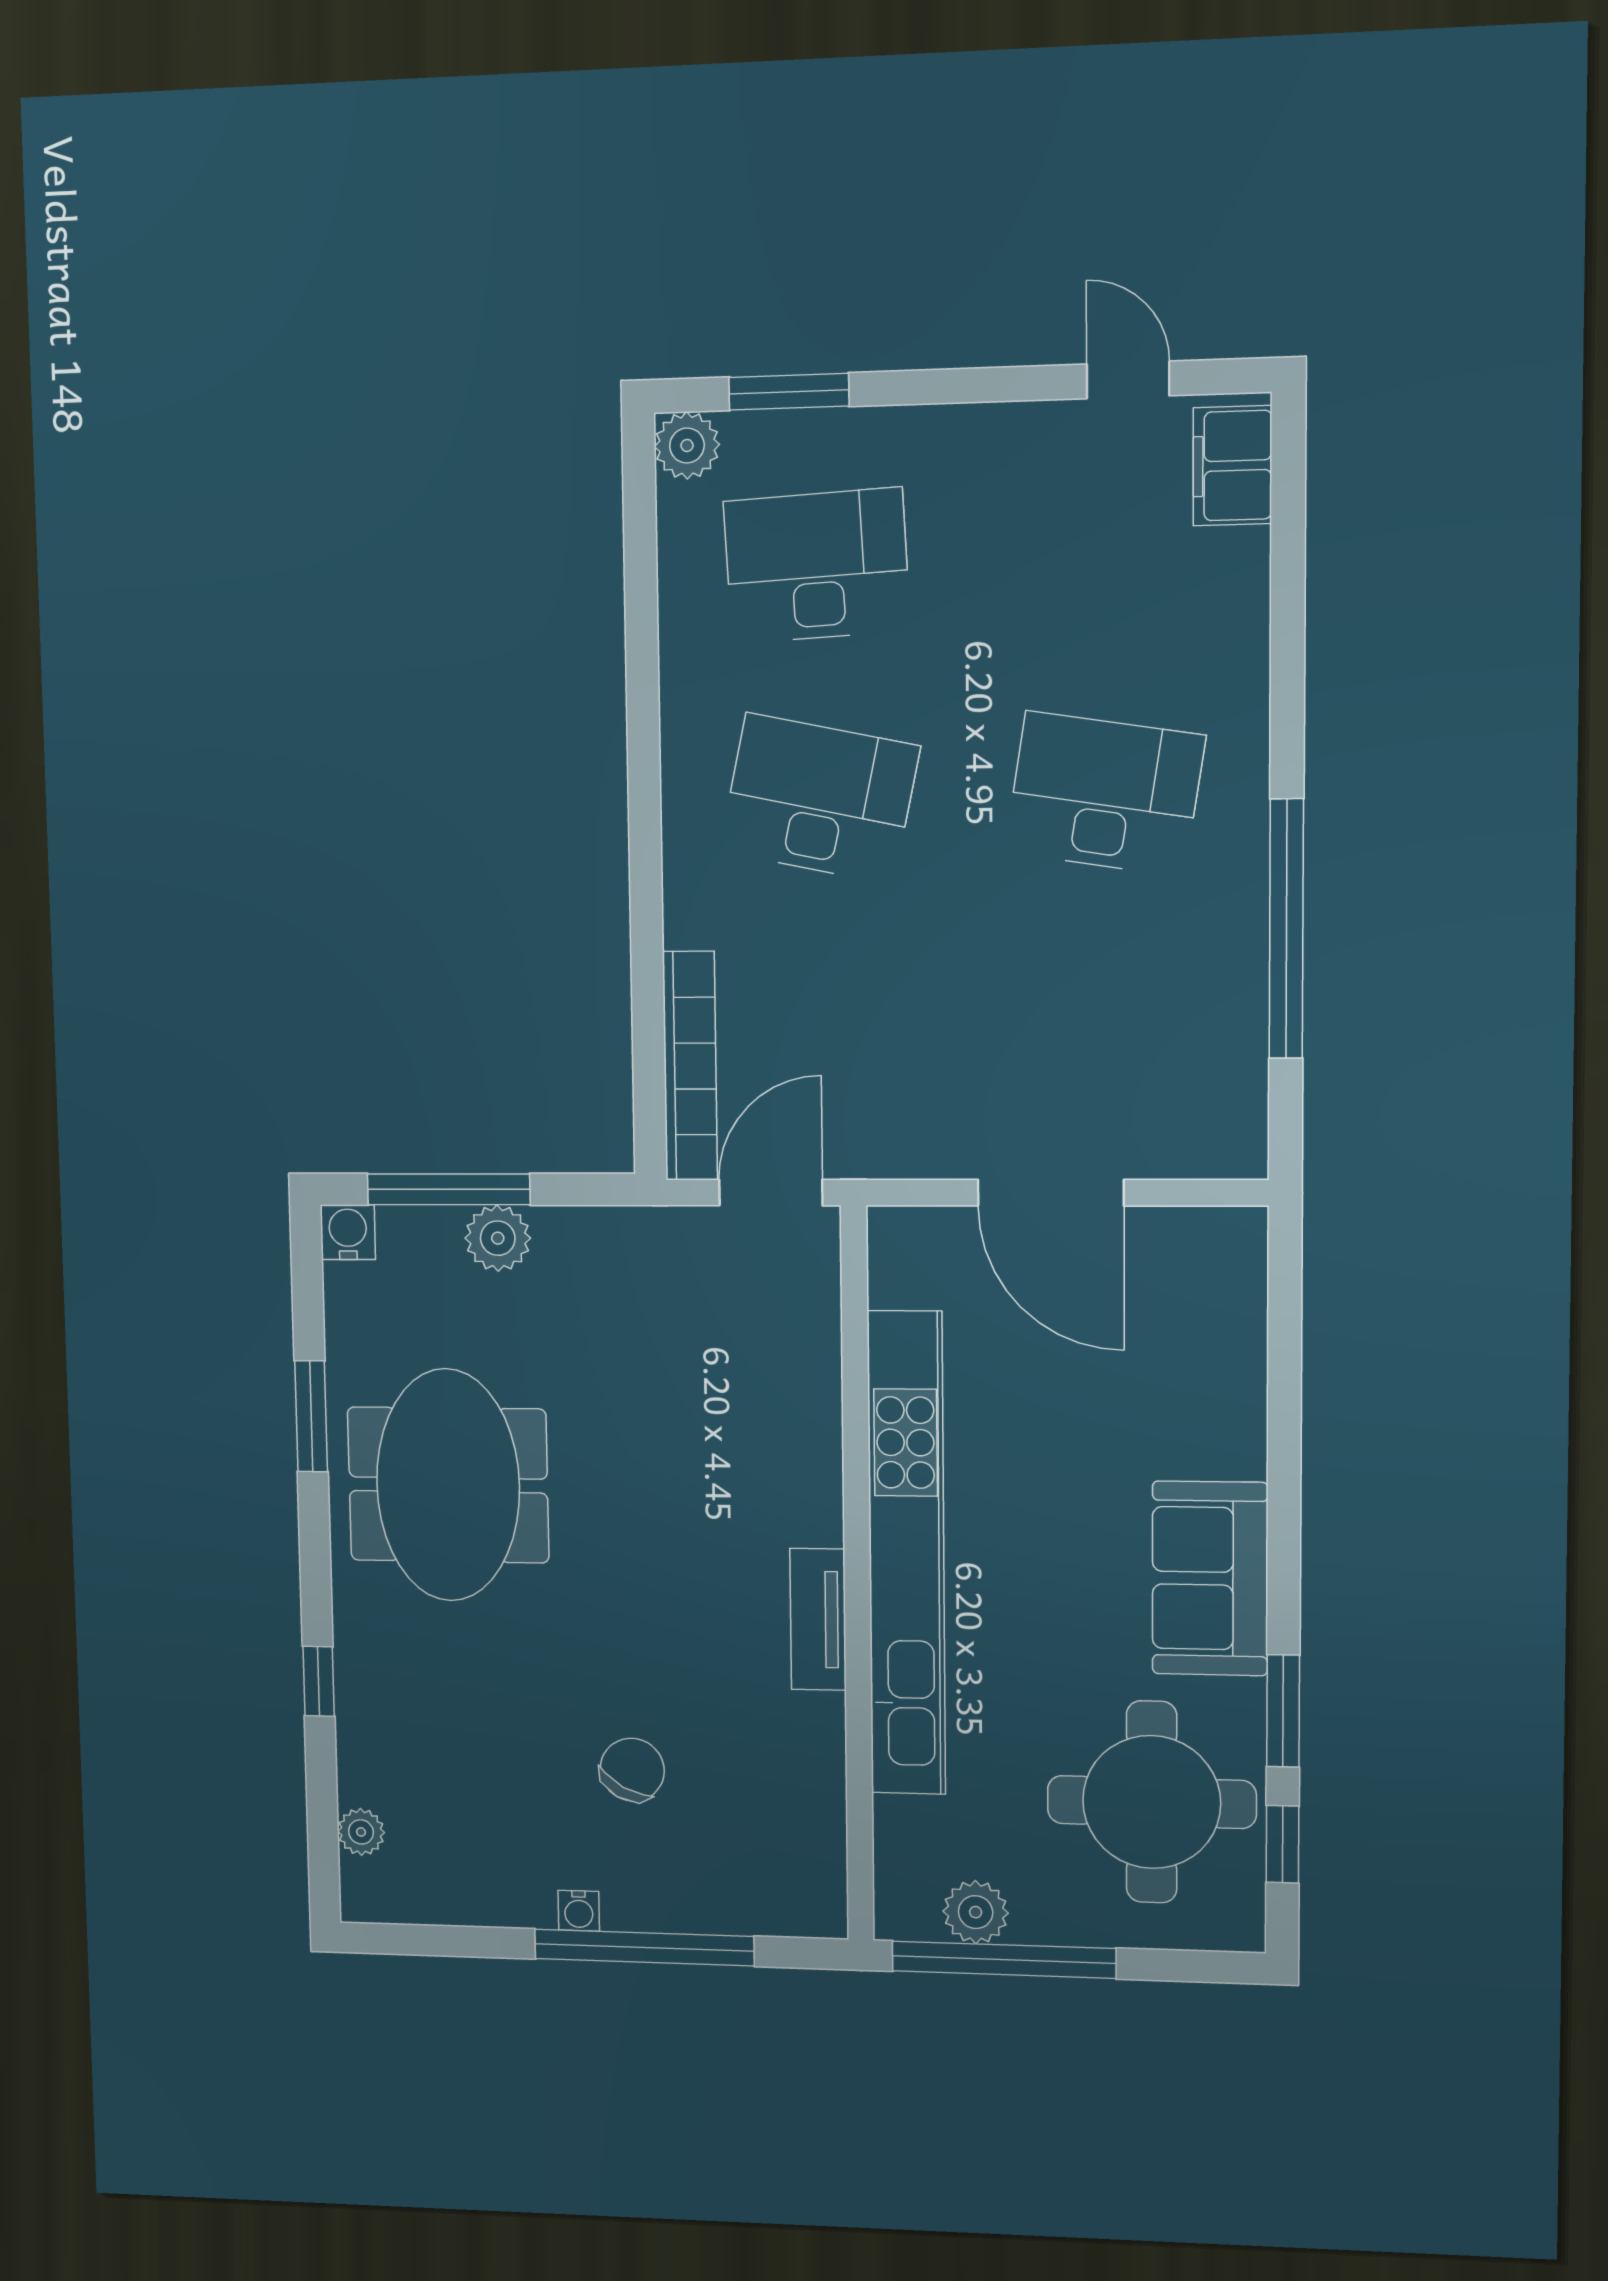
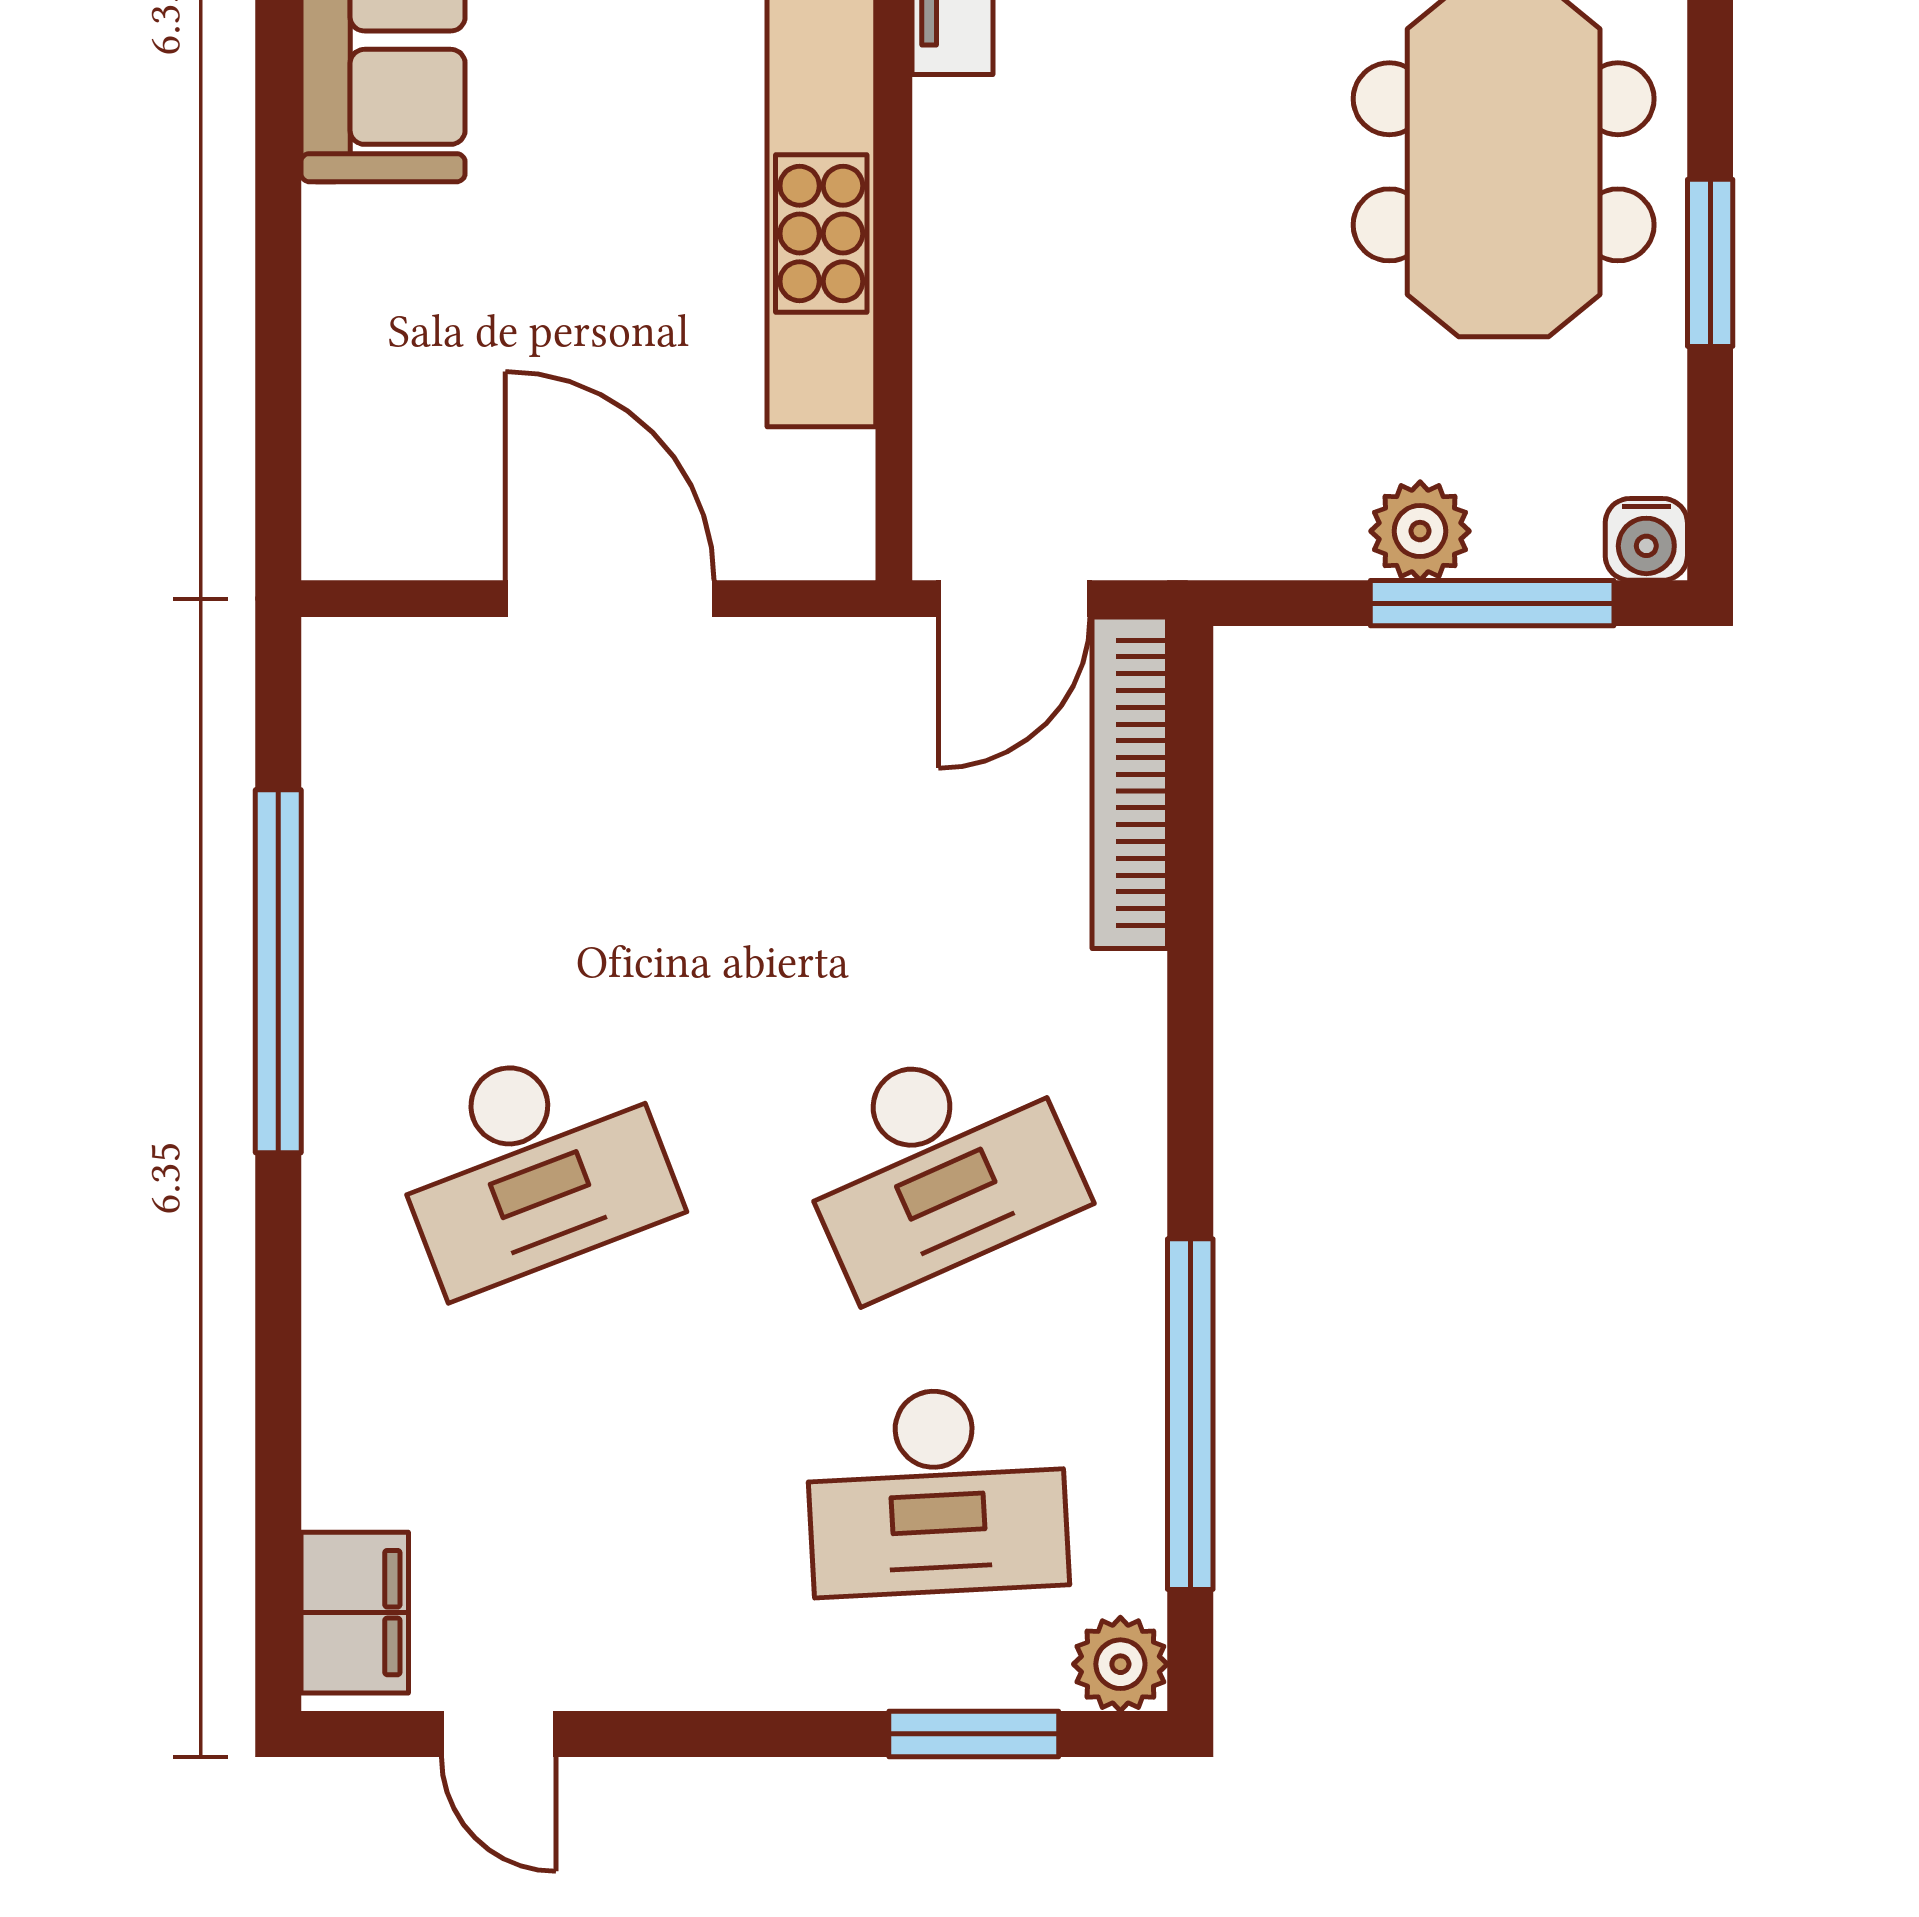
window: (642, 625) -> (1190, 1414), added
desk: (1105, 794) -> (532, 1164), turned -30
desk: (819, 799) -> (937, 1164), turned -36

